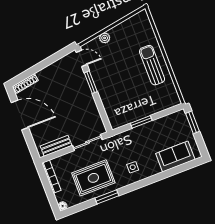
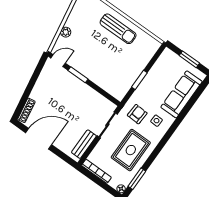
sun lounger: (152, 65) -> (118, 29), turned 180
window: (193, 122) -> (189, 59), moved
armchair: (120, 150) -> (137, 114), added
sofa: (175, 156) -> (182, 94), width x1.36
window: (107, 197) -> (137, 179), moved

